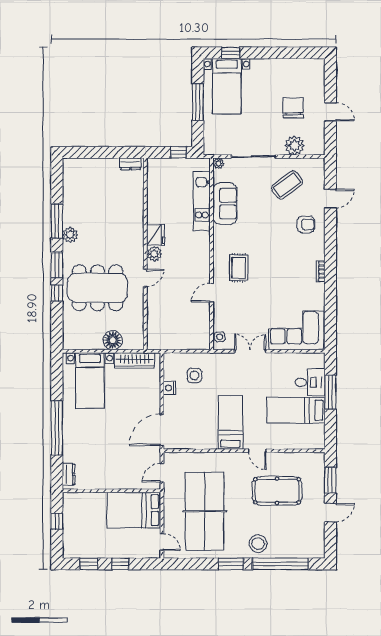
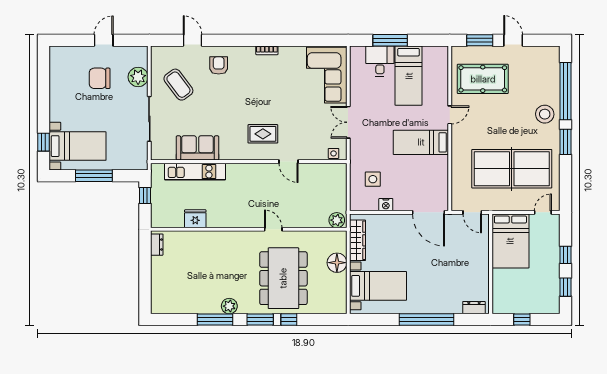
plant: (219, 163) -> (156, 155), removed
fridge: (156, 235) -> (195, 219), moved
plant: (154, 254) -> (337, 220), moved
pool table: (277, 491) -> (483, 79), moved, turned 90

